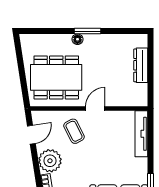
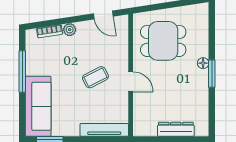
dining table: (56, 77) -> (163, 41), width x0.73
coffee table: (74, 131) -> (95, 77), moved
plant: (50, 161) -> (70, 30), width x0.53, depth x0.53

